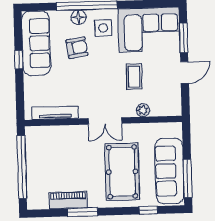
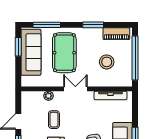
stool: (62, 160) -> (107, 62), added
window: (188, 178) -> (18, 47), width x0.69
piano: (68, 200) -> (116, 34), moved
window: (148, 210) -> (47, 25), width x2.17

